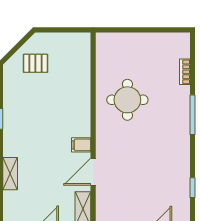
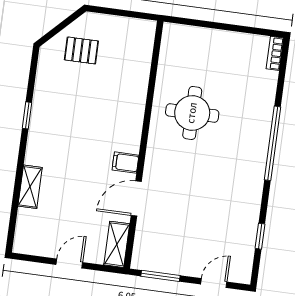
bookcase: (185, 72) -> (275, 53), moved
window: (192, 115) -> (273, 143), width x1.46

